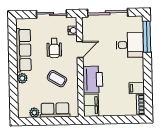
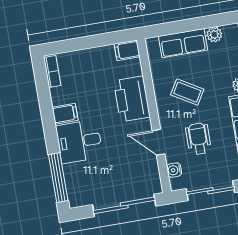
desk: (130, 45) -> (79, 141), moved
door: (80, 50) -> (158, 142), hinge flipped
filing cabinet: (137, 88) -> (65, 114), moved
filing cabinet: (91, 105) -> (127, 50), width x0.50

